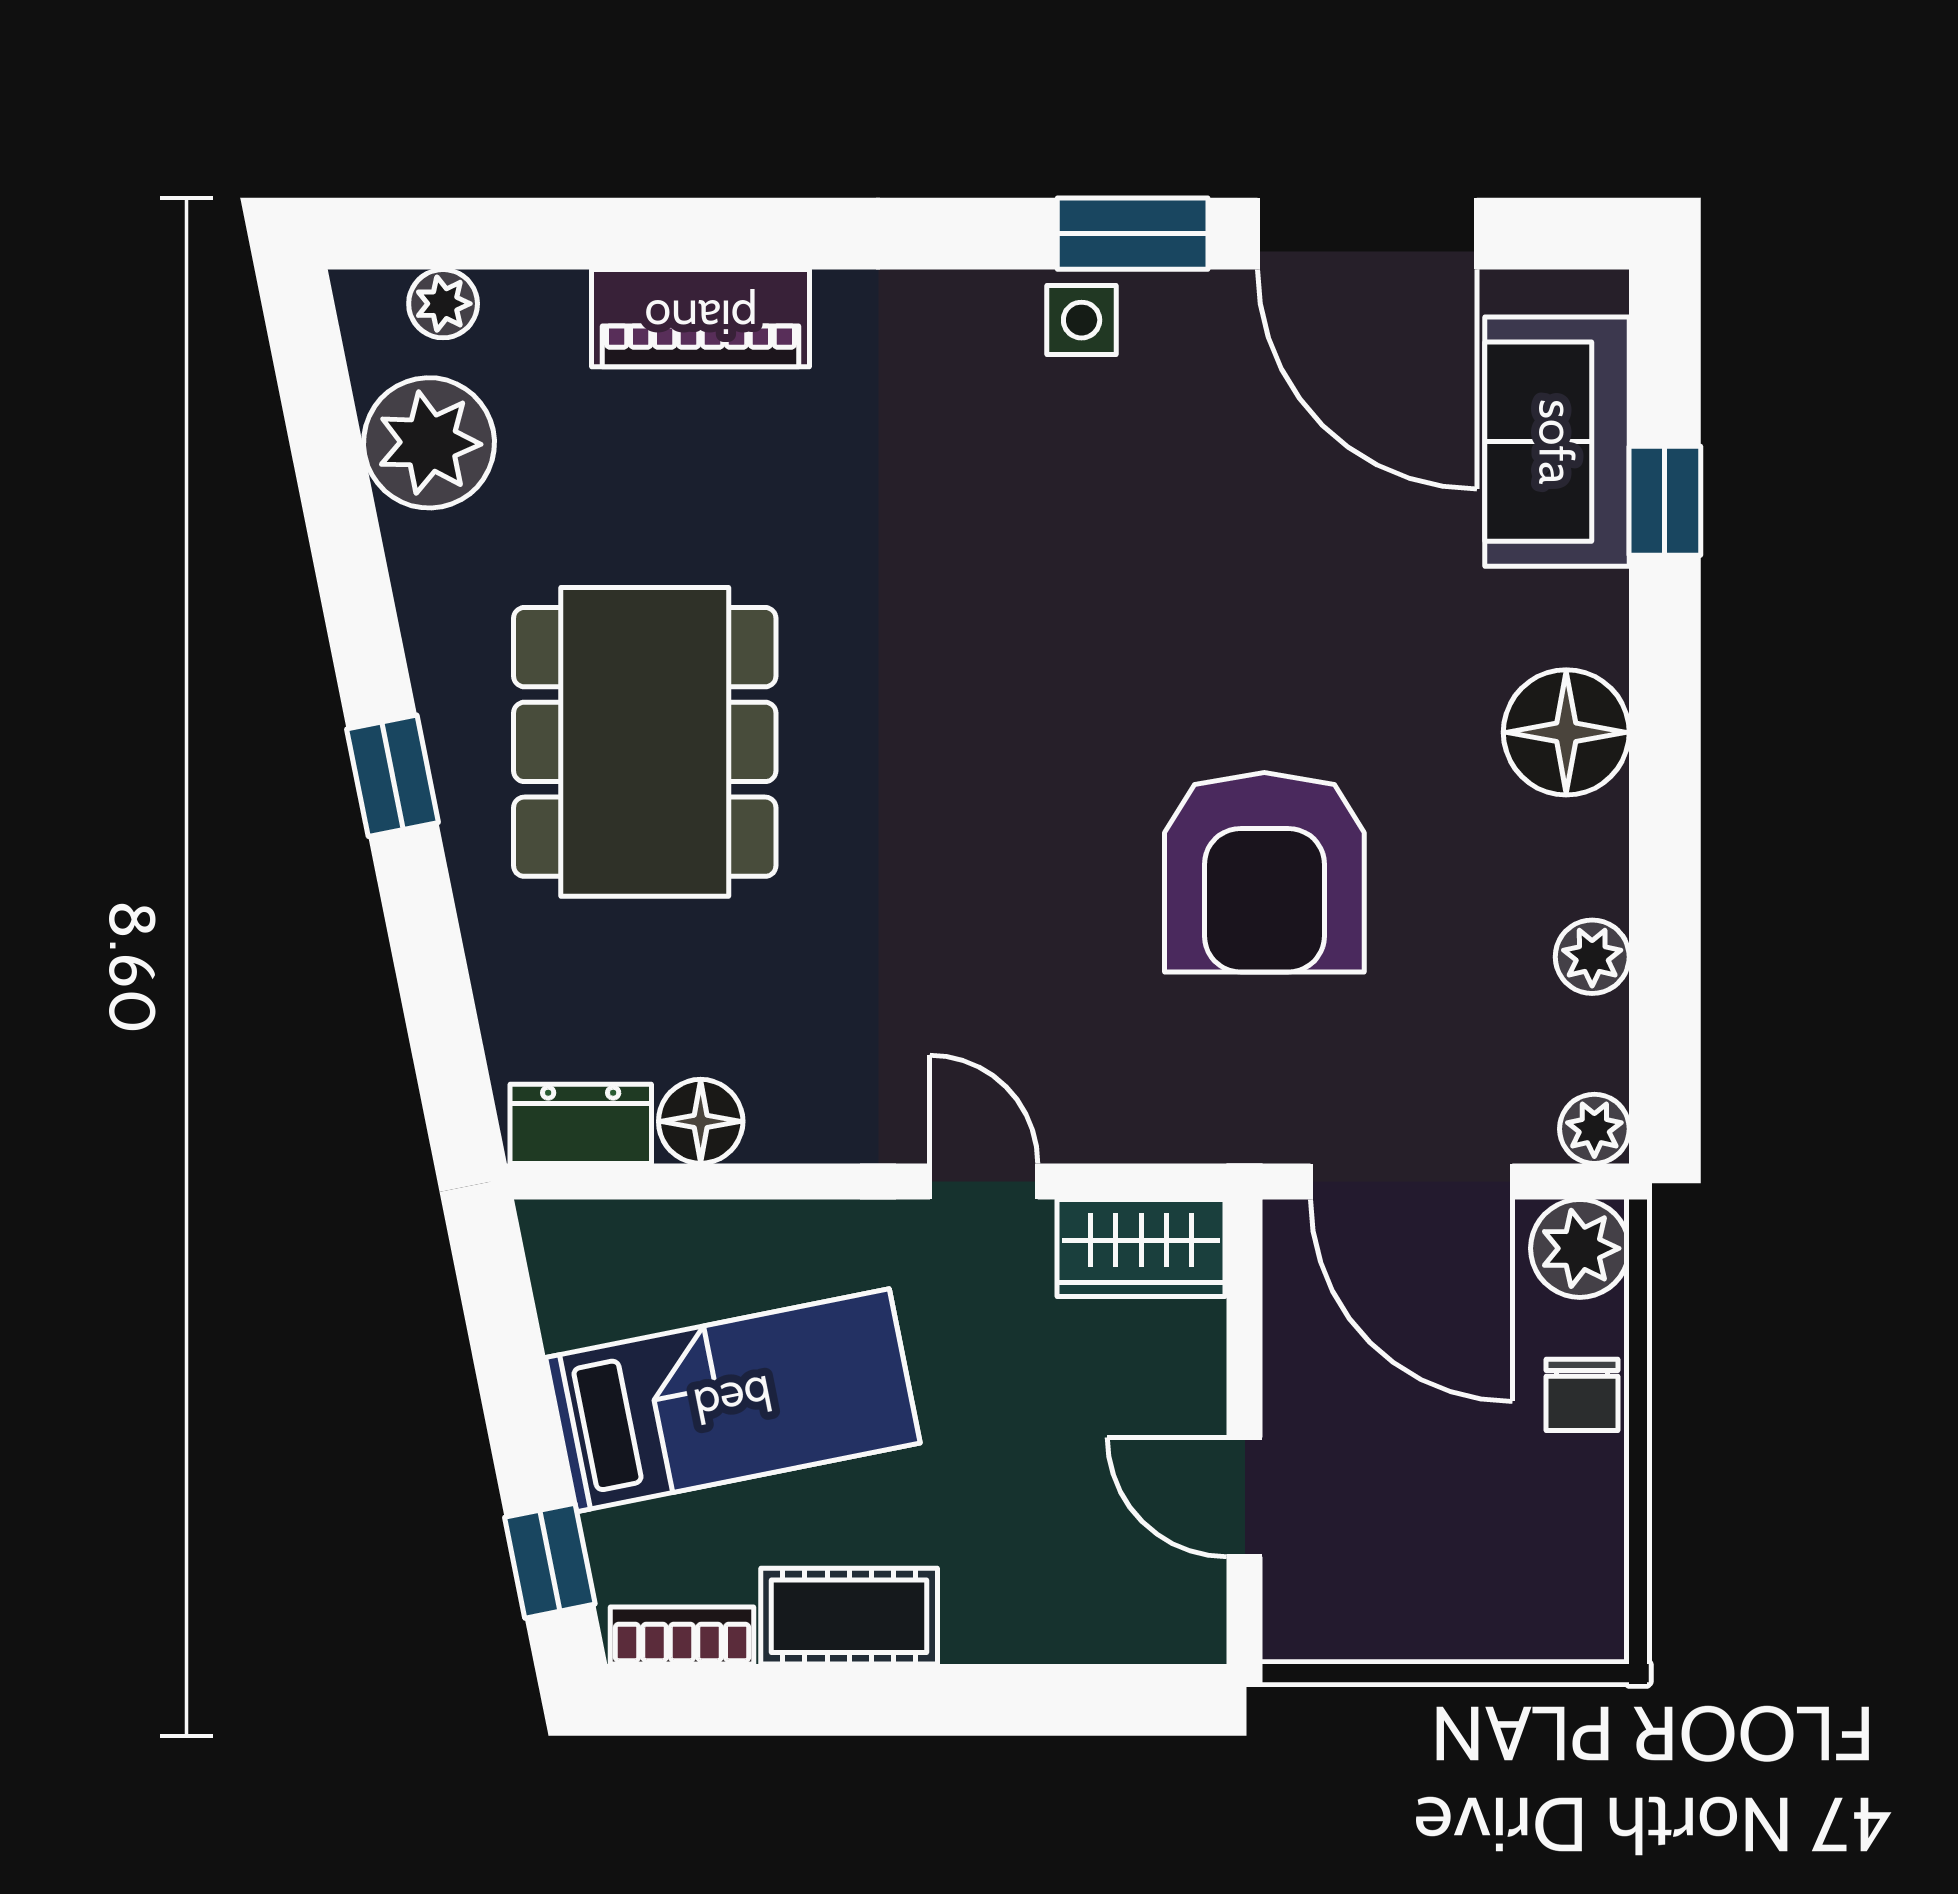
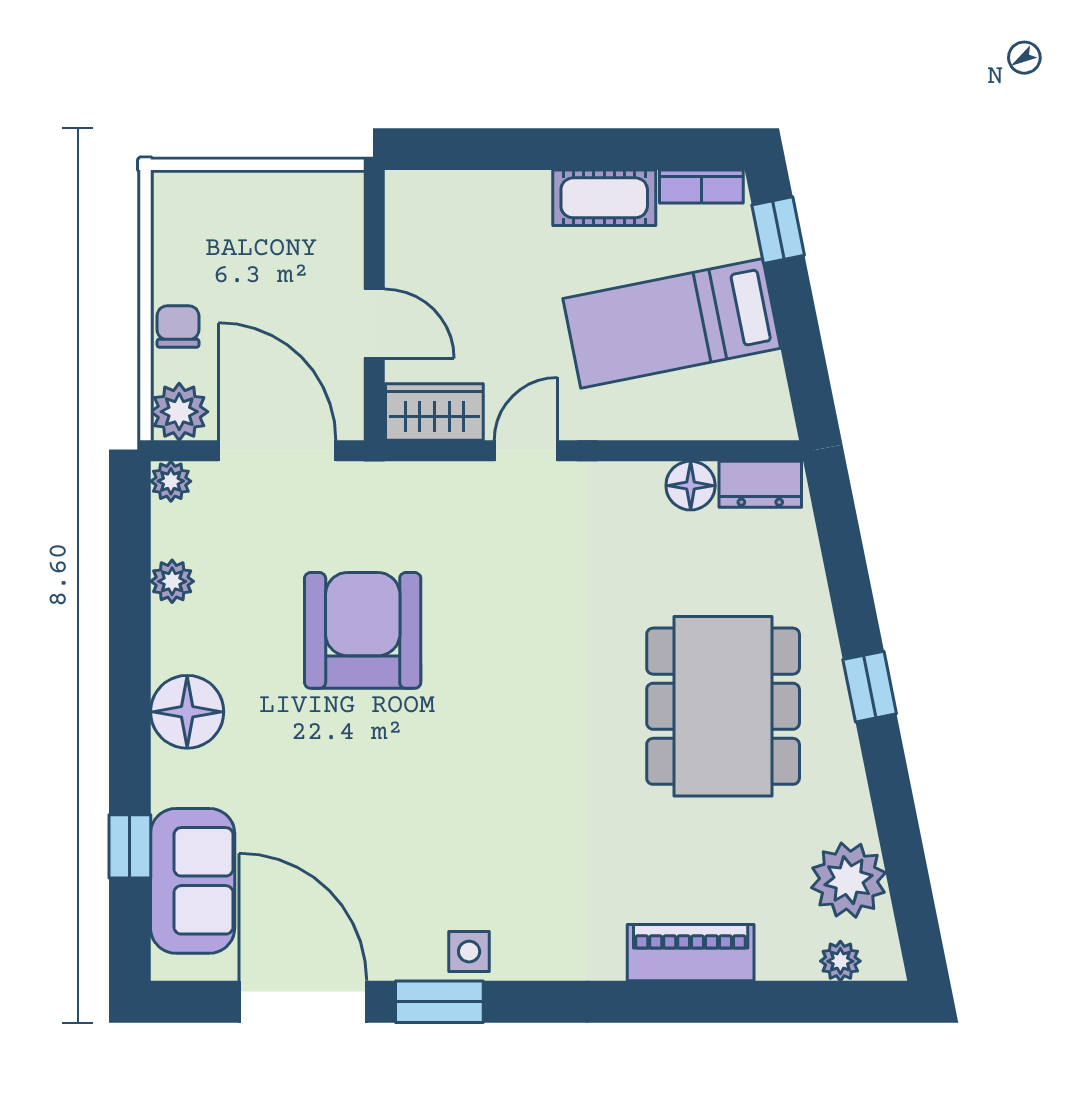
door: (984, 1181) -> (526, 451), swing flipped
door: (1245, 1497) -> (374, 324), moved

